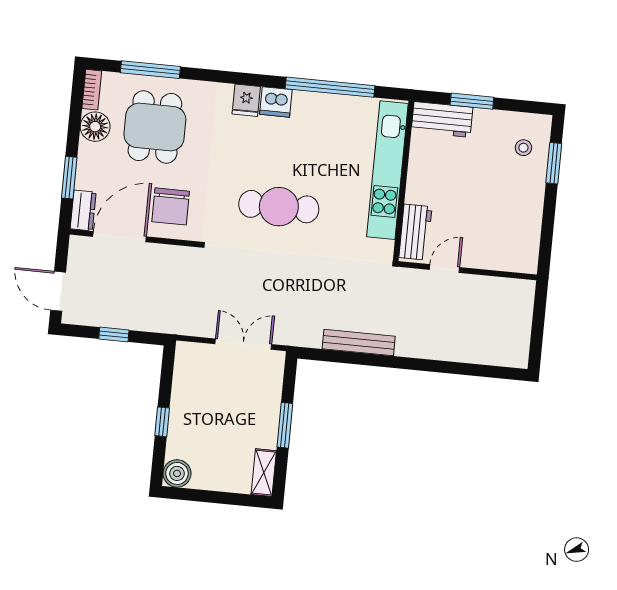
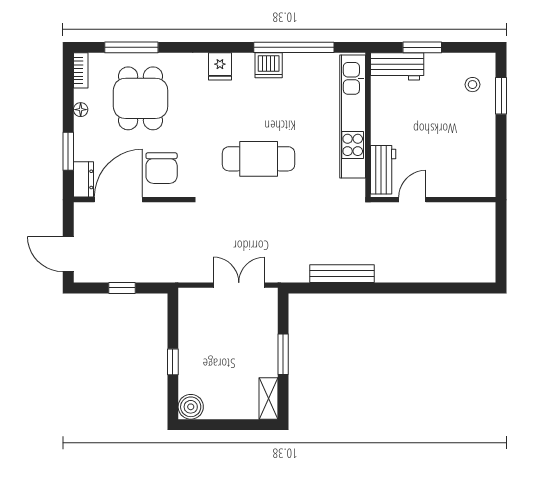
dishwasher: (276, 102) -> (269, 65), moved
floor lamp: (95, 127) -> (81, 110), width x0.53, depth x0.53

